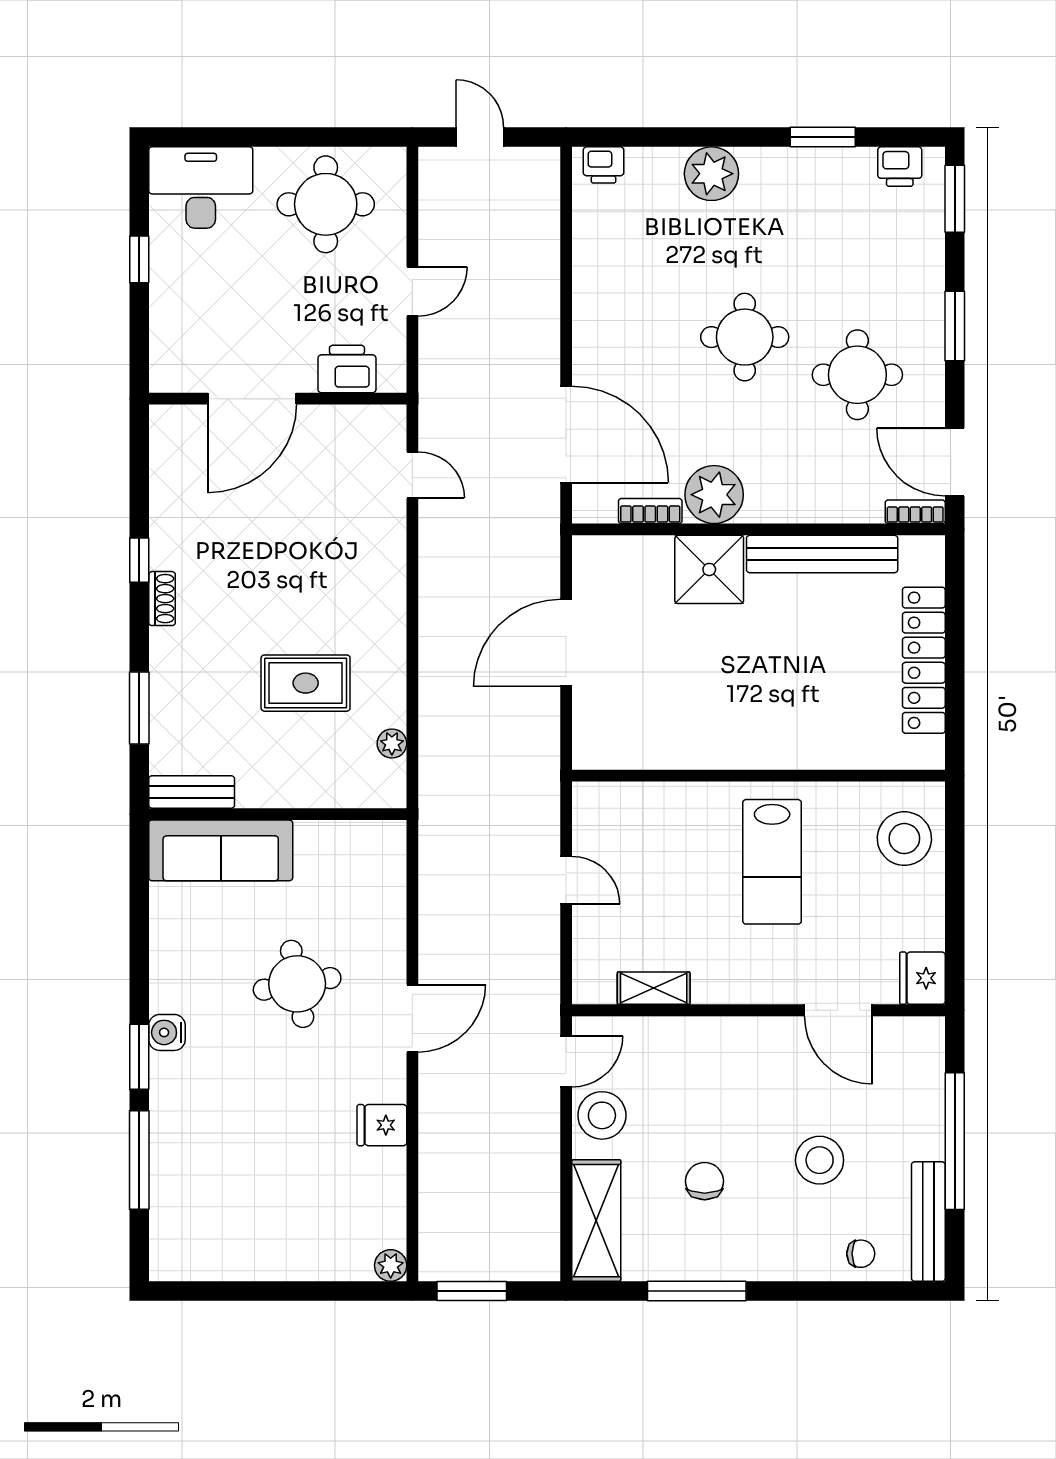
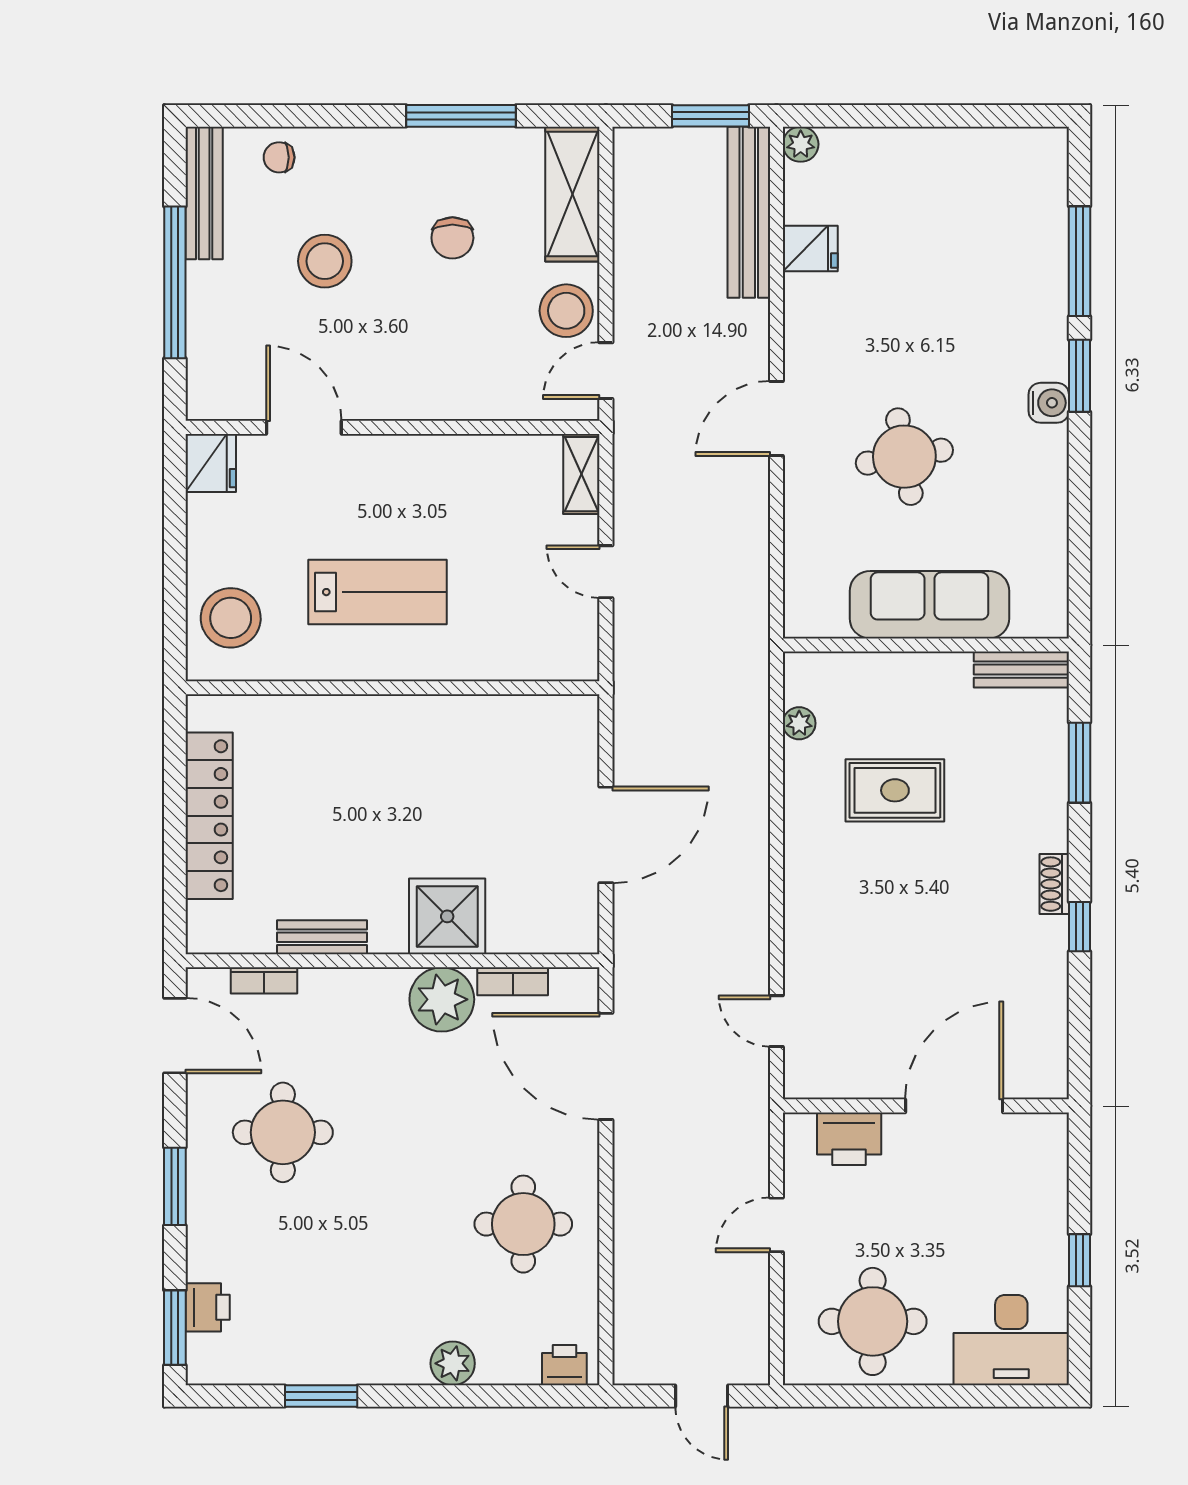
printer: (900, 167) -> (208, 1307), moved, turned 90
plant: (711, 174) -> (453, 1363), width x0.73, depth x0.73
round table: (745, 337) -> (523, 1224), moved
bookcase: (915, 512) -> (264, 980), moved
bench: (822, 554) -> (322, 937), width x0.54, depth x0.82
sofa: (221, 850) -> (929, 605), moved
lab bench: (772, 862) -> (378, 592), turned 90
shelving: (654, 988) -> (581, 474), moved, turned 90
fridge: (382, 1125) -> (810, 249), moved
bench: (437, 1204) -> (749, 212), added

